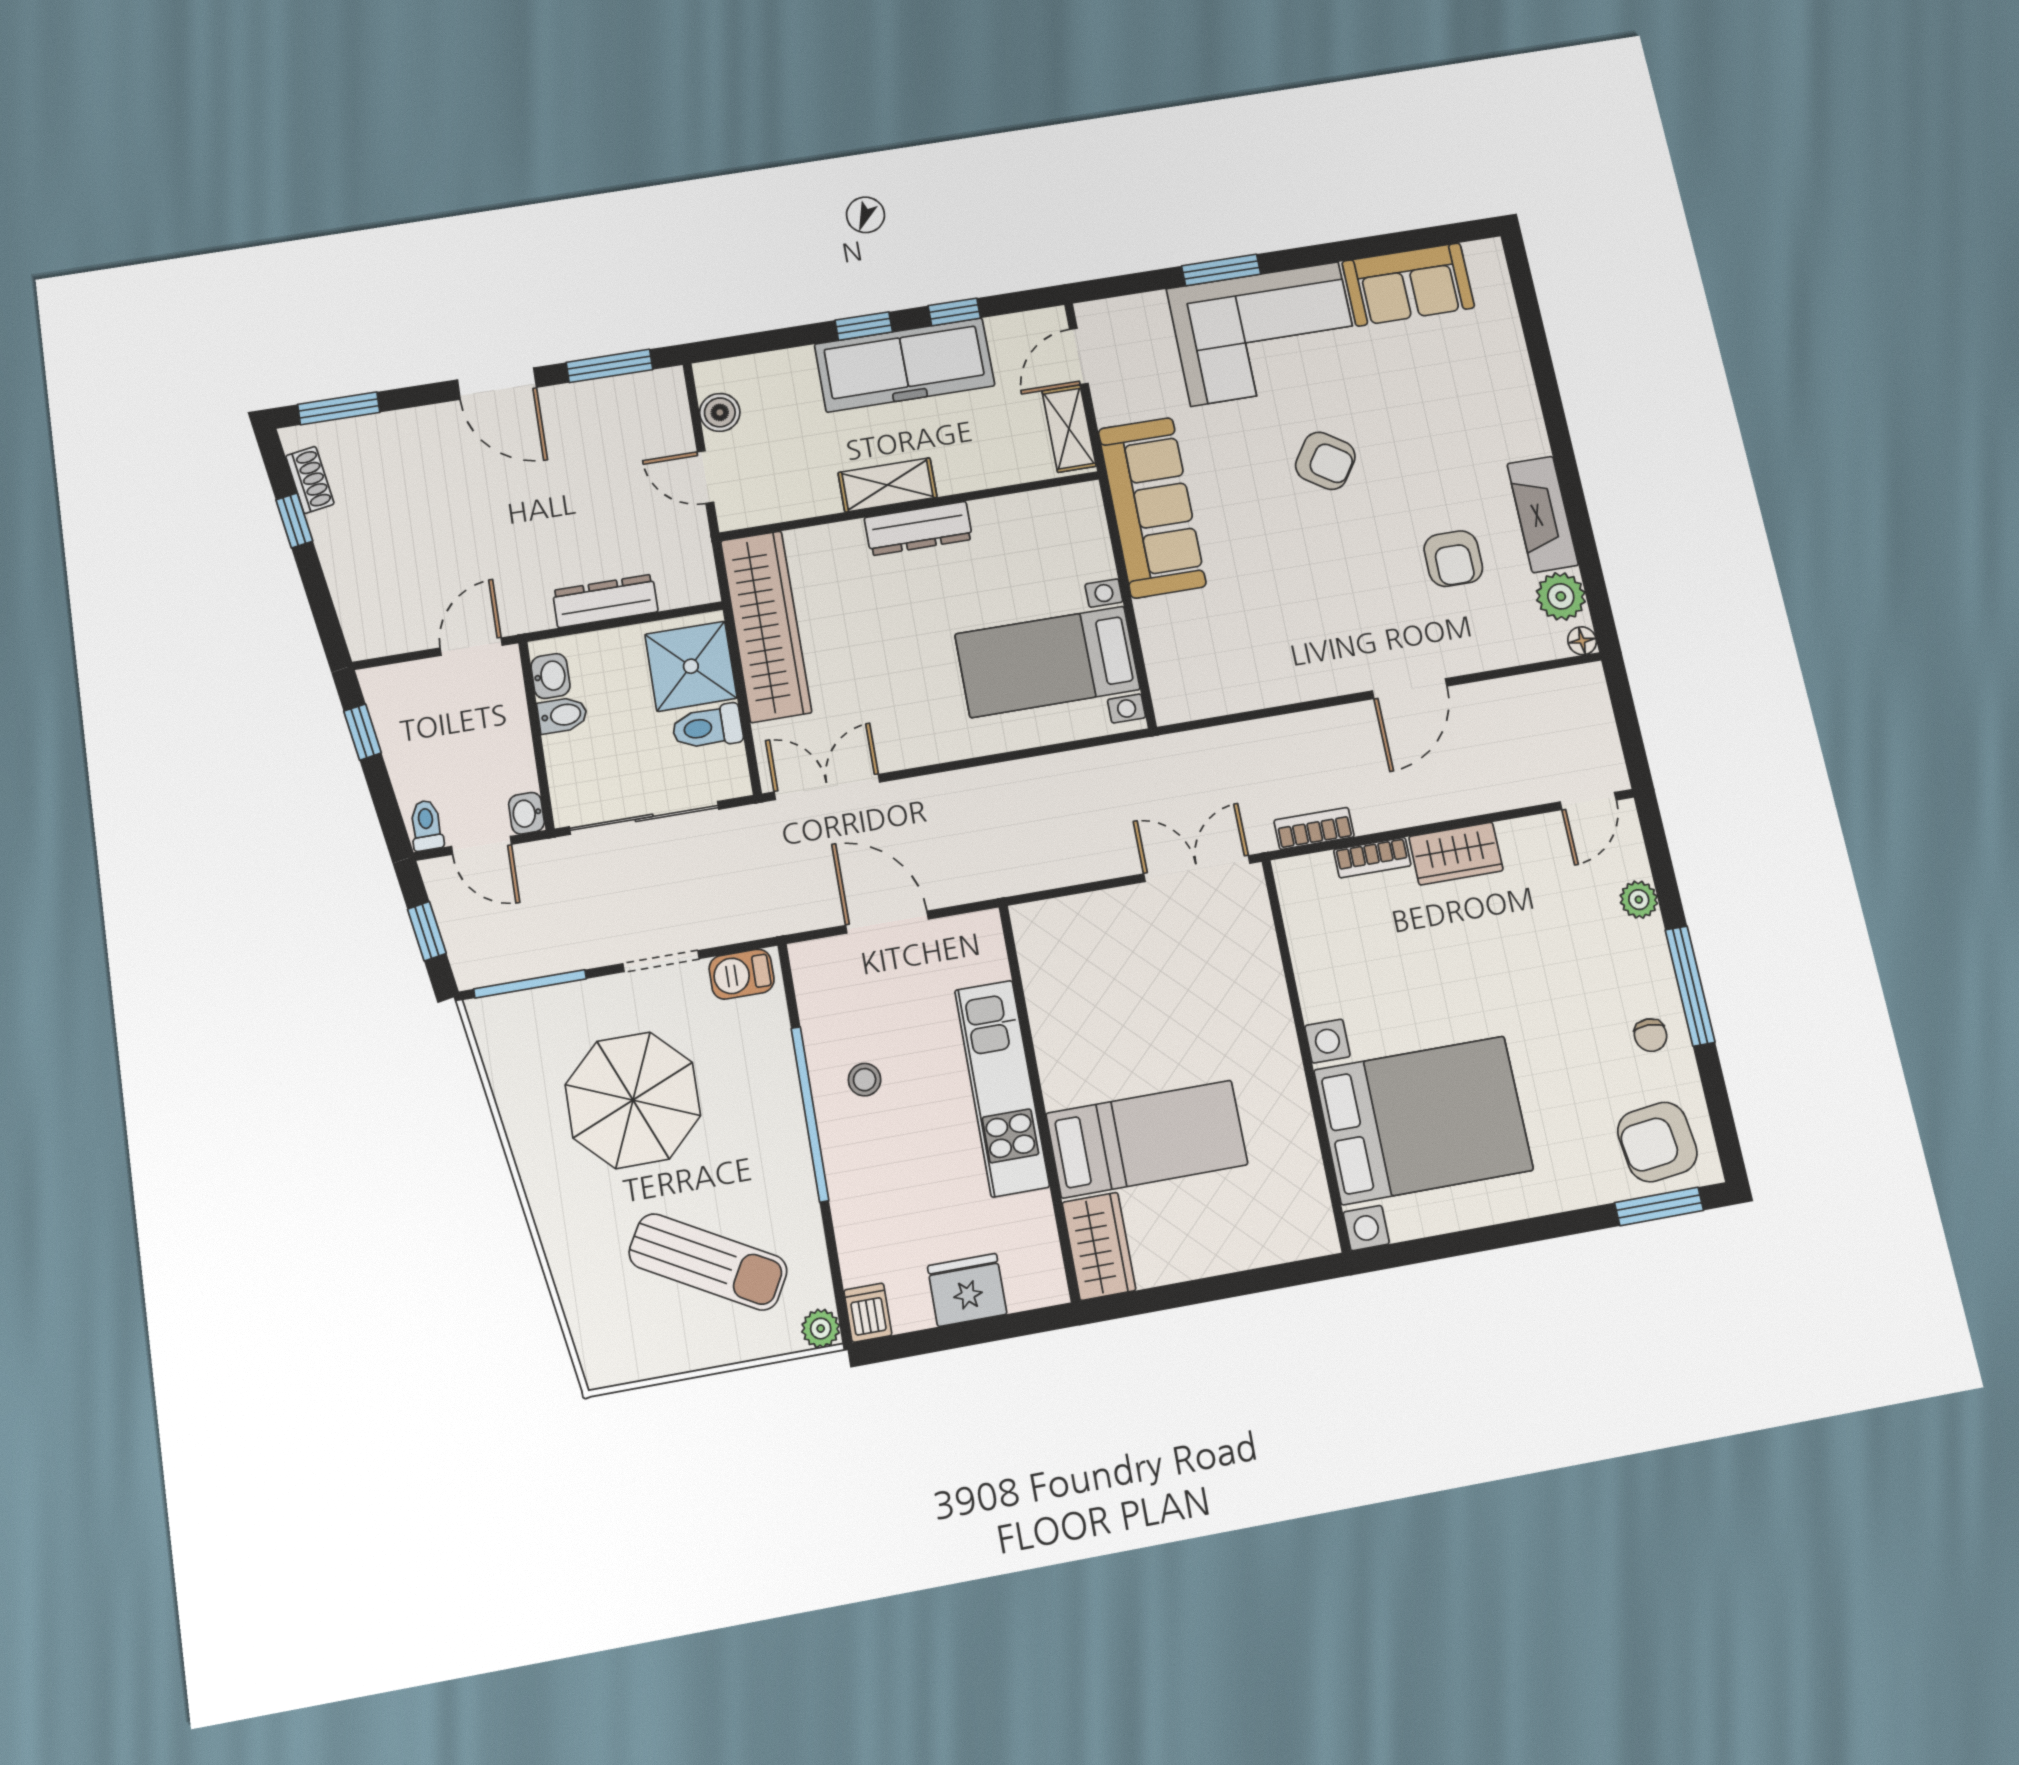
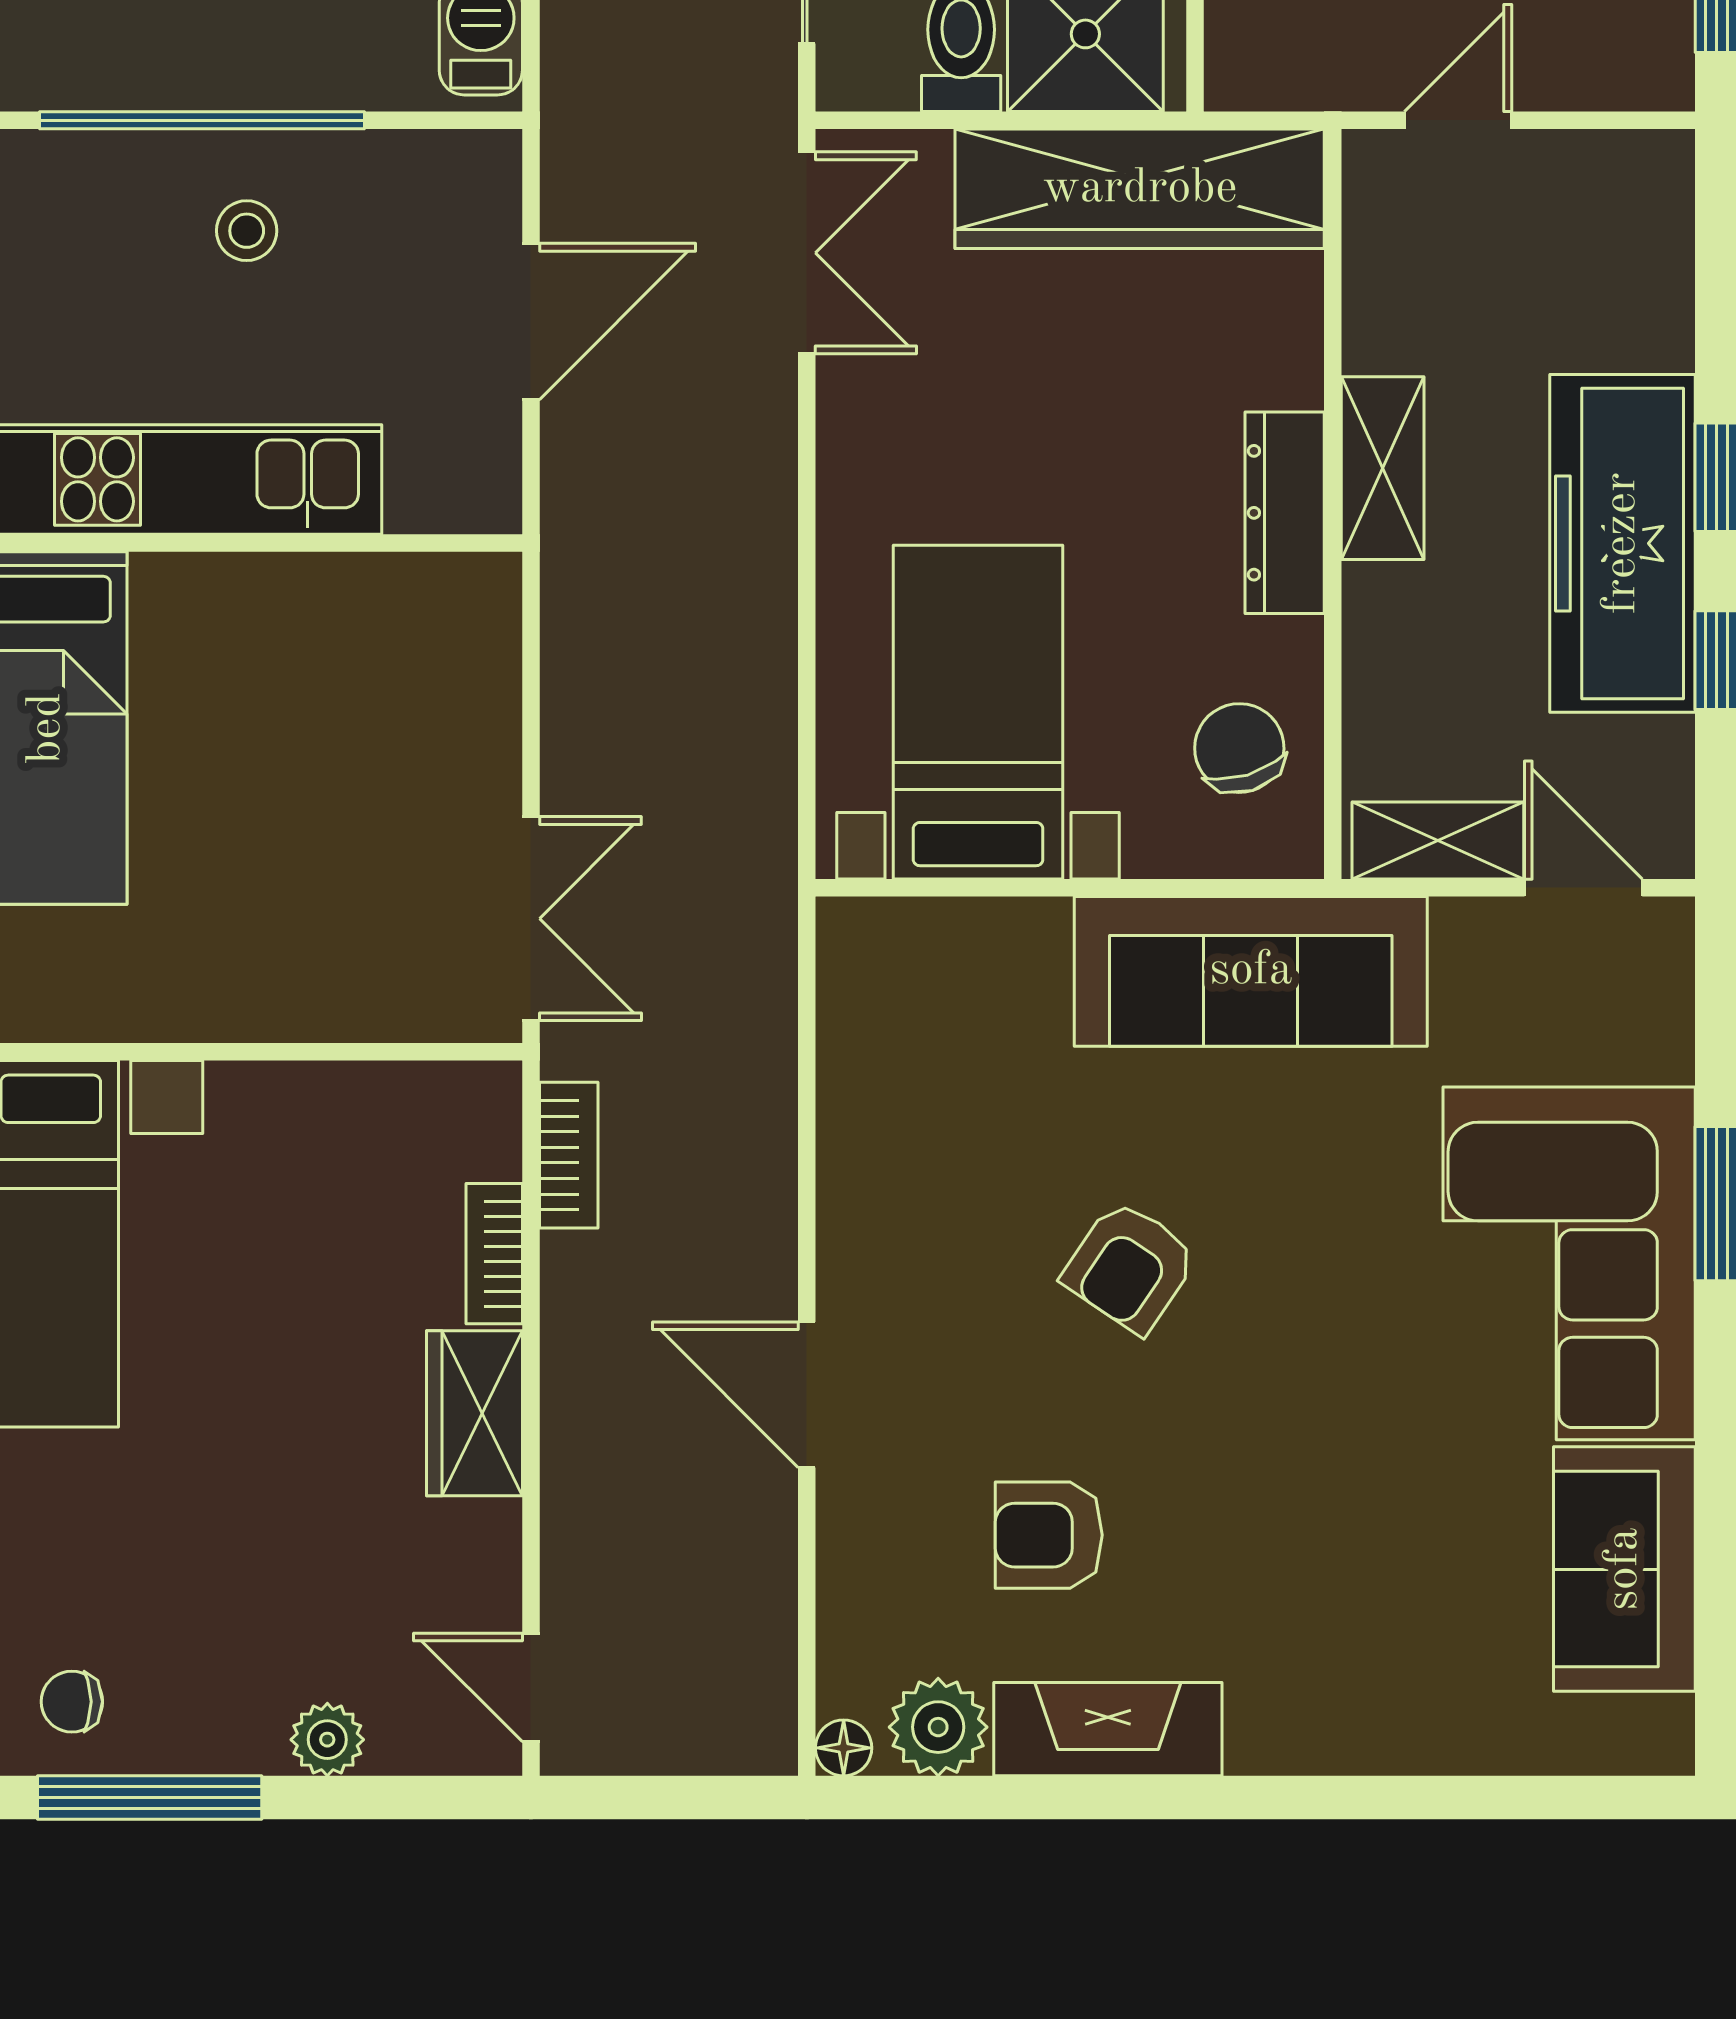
boiler: (720, 412) -> (1585, 168), removed
armchair: (1325, 461) -> (1130, 1267), moved
chair: (1041, 531) -> (1239, 748), added

